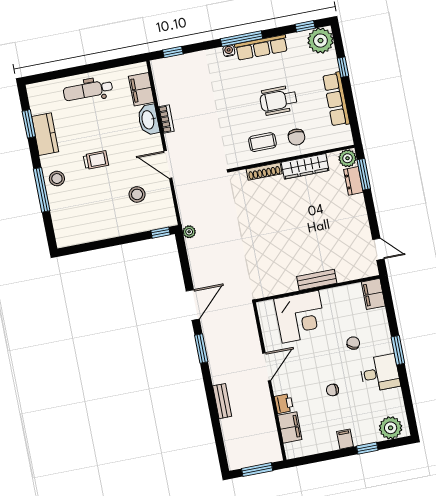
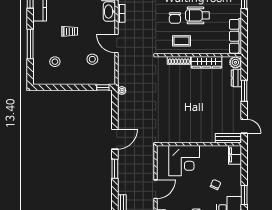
row of seats: (336, 99) -> (236, 36), moved
chair: (297, 137) -> (175, 18), moved
window: (364, 174) -> (244, 91), moved
stool: (57, 179) -> (55, 62), moved
bench: (317, 280) -> (228, 138), moved

